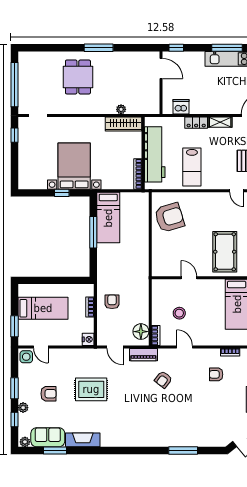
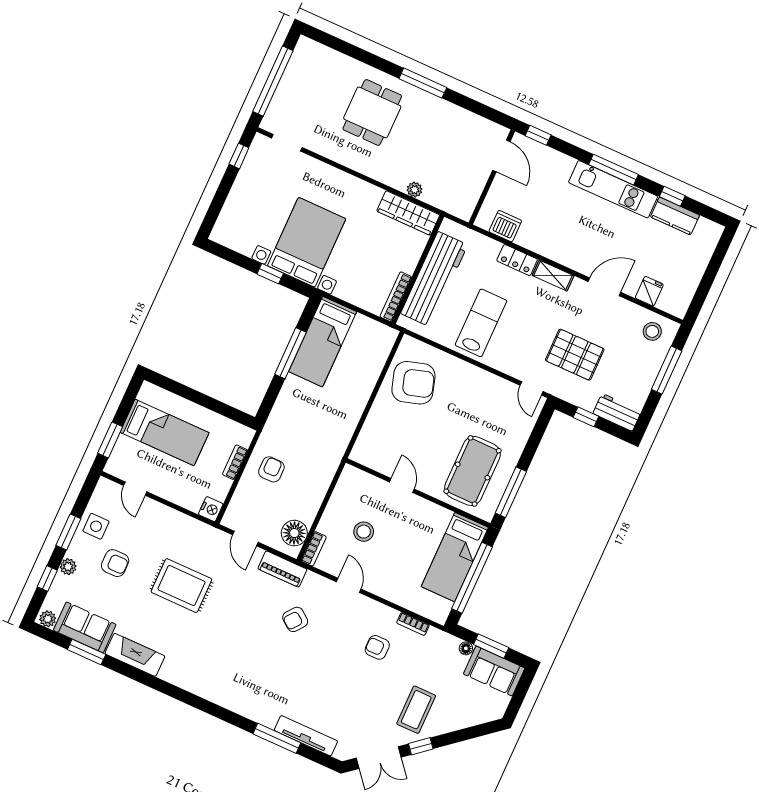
lab bench: (192, 167) -> (481, 323), turned 180
side table: (26, 357) -> (96, 526), moved
tv unit: (199, 442) -> (306, 736), added

